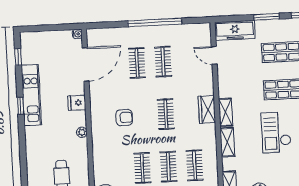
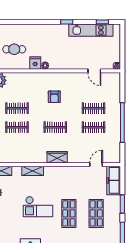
door: (86, 64) -> (94, 71), width x0.53
kitchen unit: (31, 95) -> (91, 30), moved
fridge: (77, 103) -> (35, 63), moved
shelving: (226, 112) -> (54, 171), removed
checkout: (276, 132) -> (38, 207), turned 180
clothes rail: (195, 165) -> (17, 146), removed

